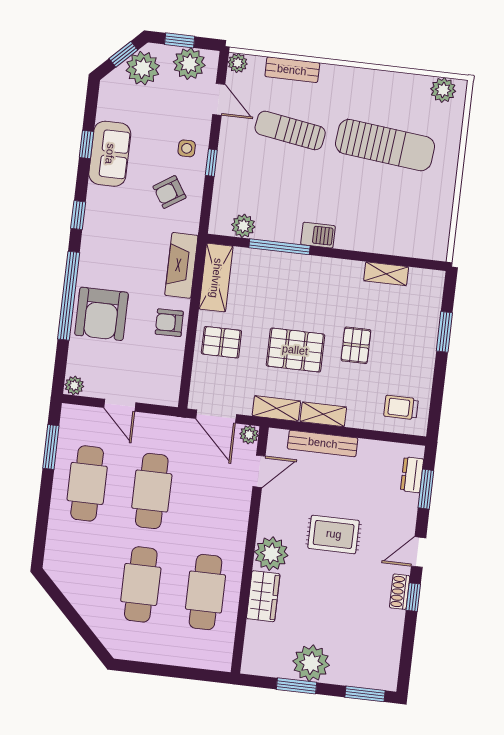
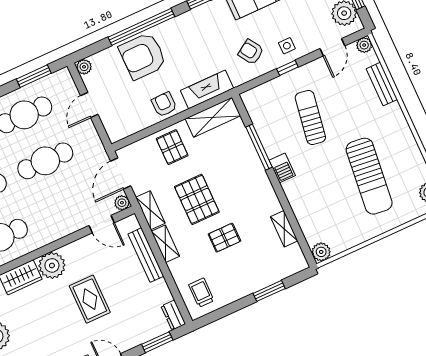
sun lounger: (290, 130) -> (310, 117), moved
plant: (243, 226) -> (321, 252), moved
dresser: (412, 475) -> (173, 315), moved, turned -90

